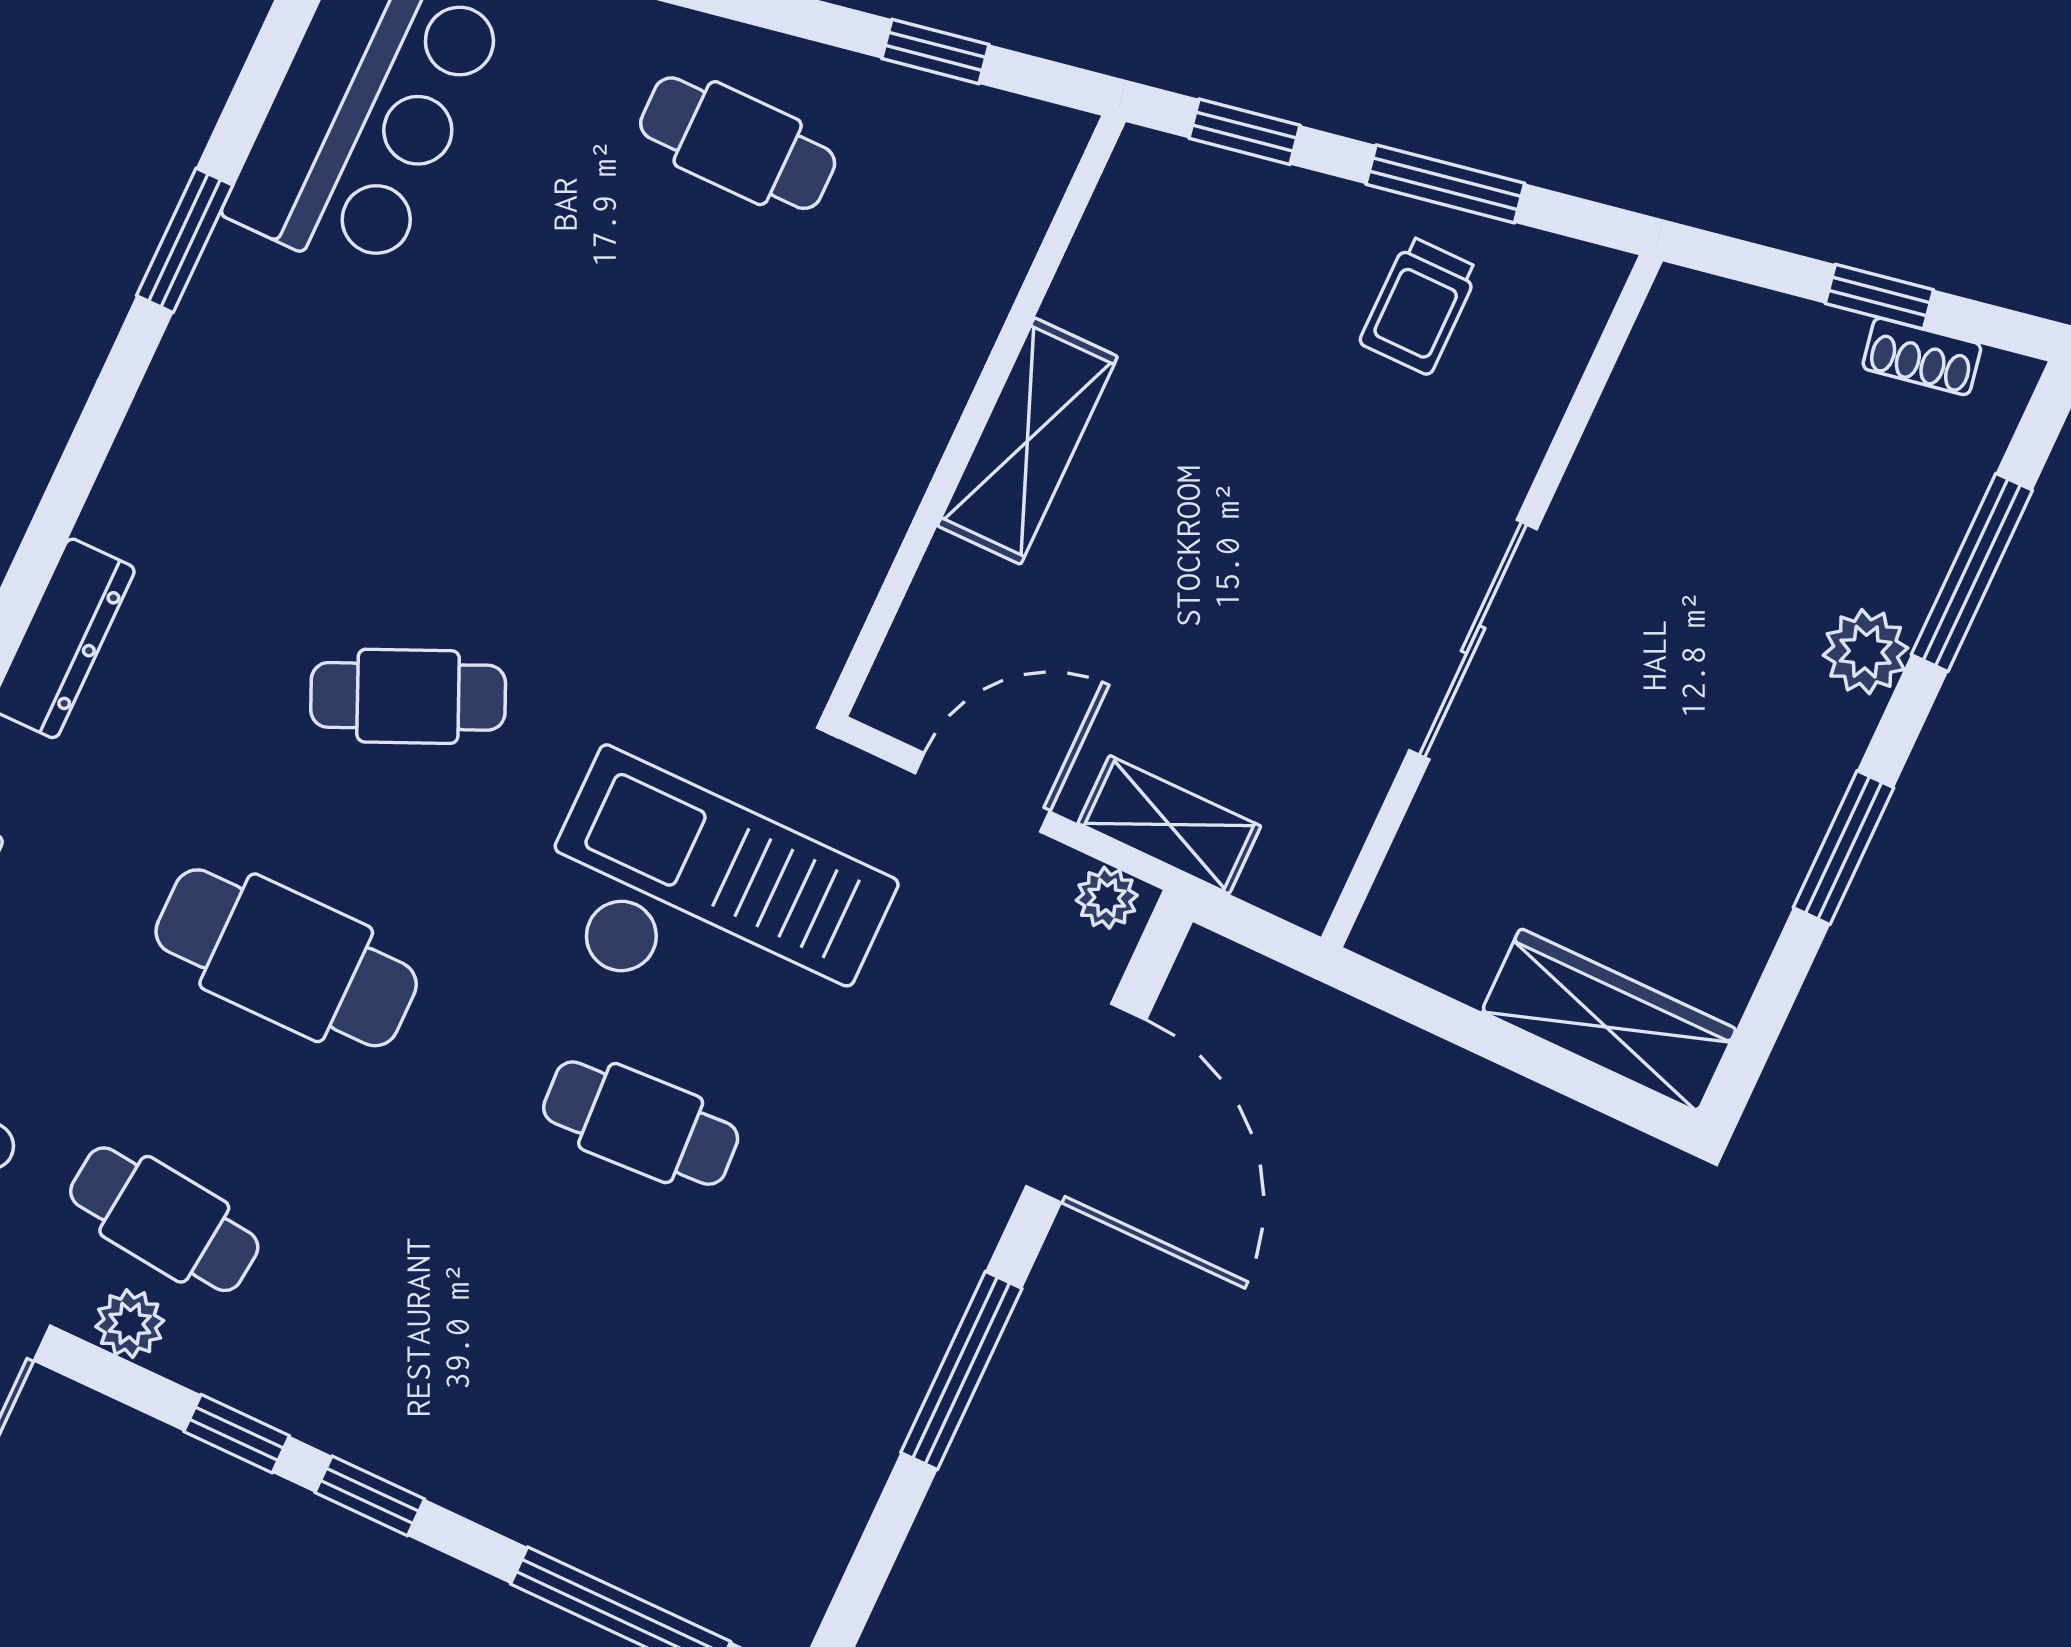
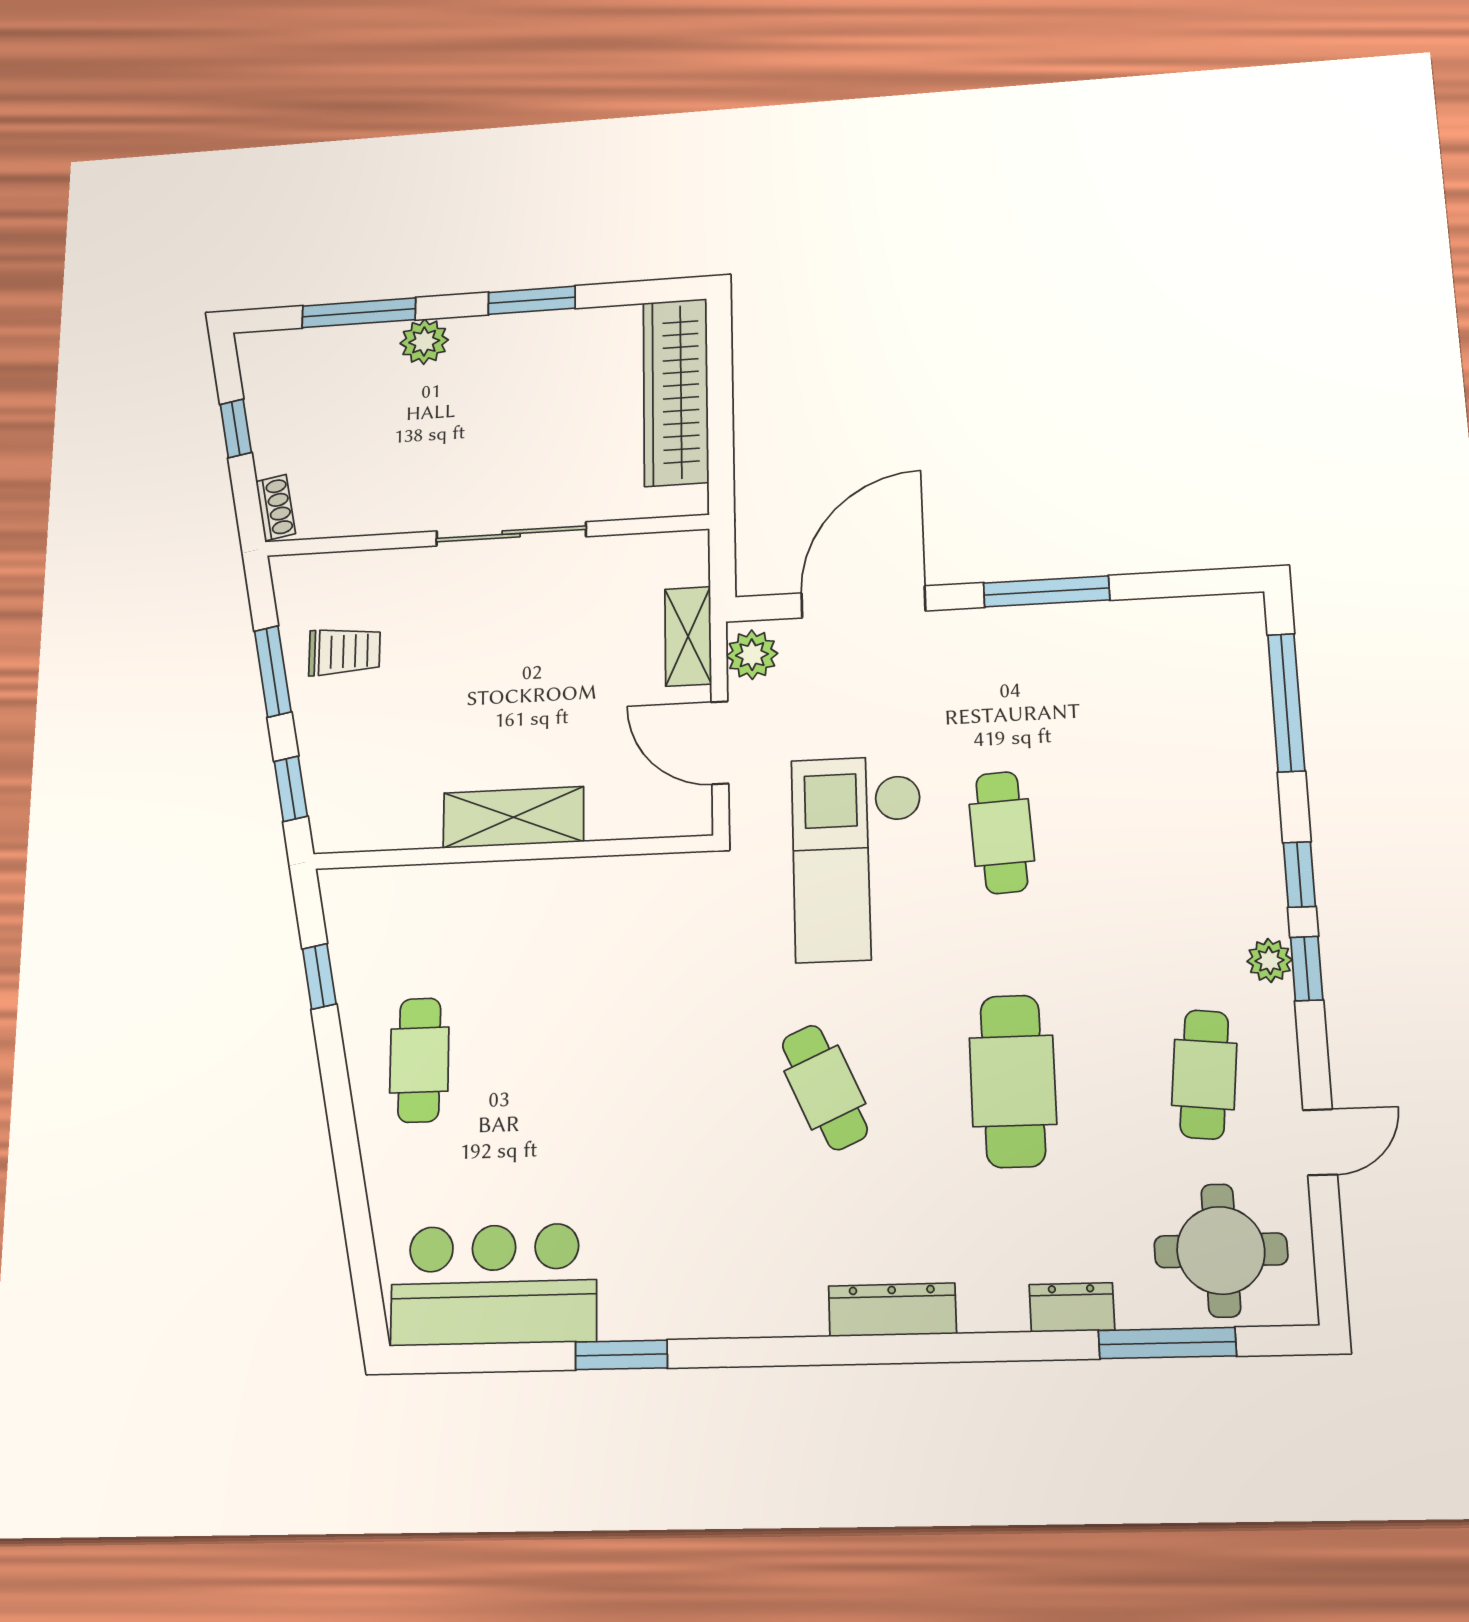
shoe rack: (1922, 356) -> (276, 508), moved
plant: (1107, 898) -> (752, 655), width x1.38, depth x1.38
wardrobe: (1609, 1020) -> (676, 392), width x1.40, depth x1.17
plant: (130, 1324) -> (1270, 960), moved

